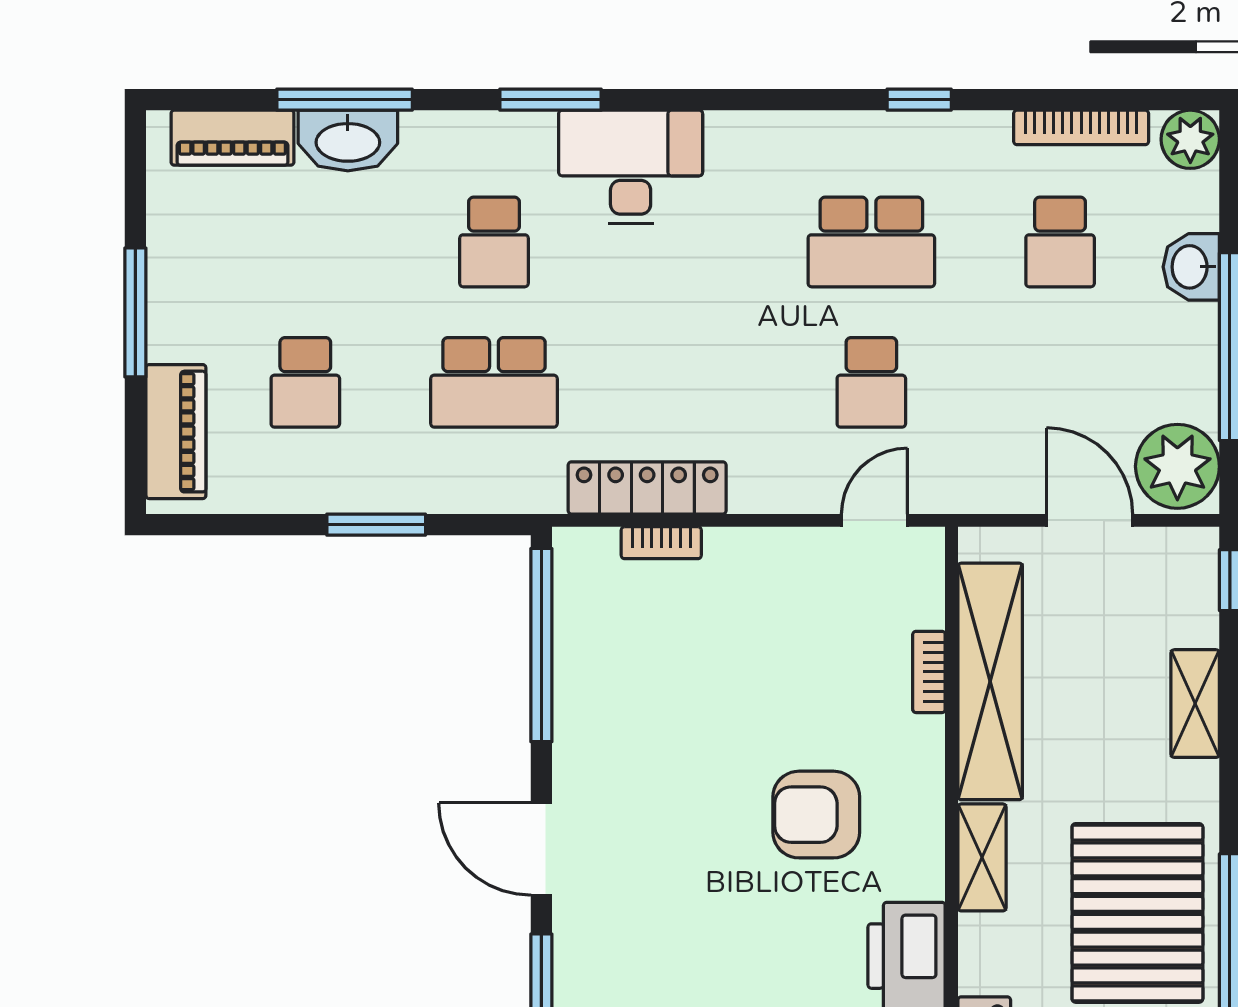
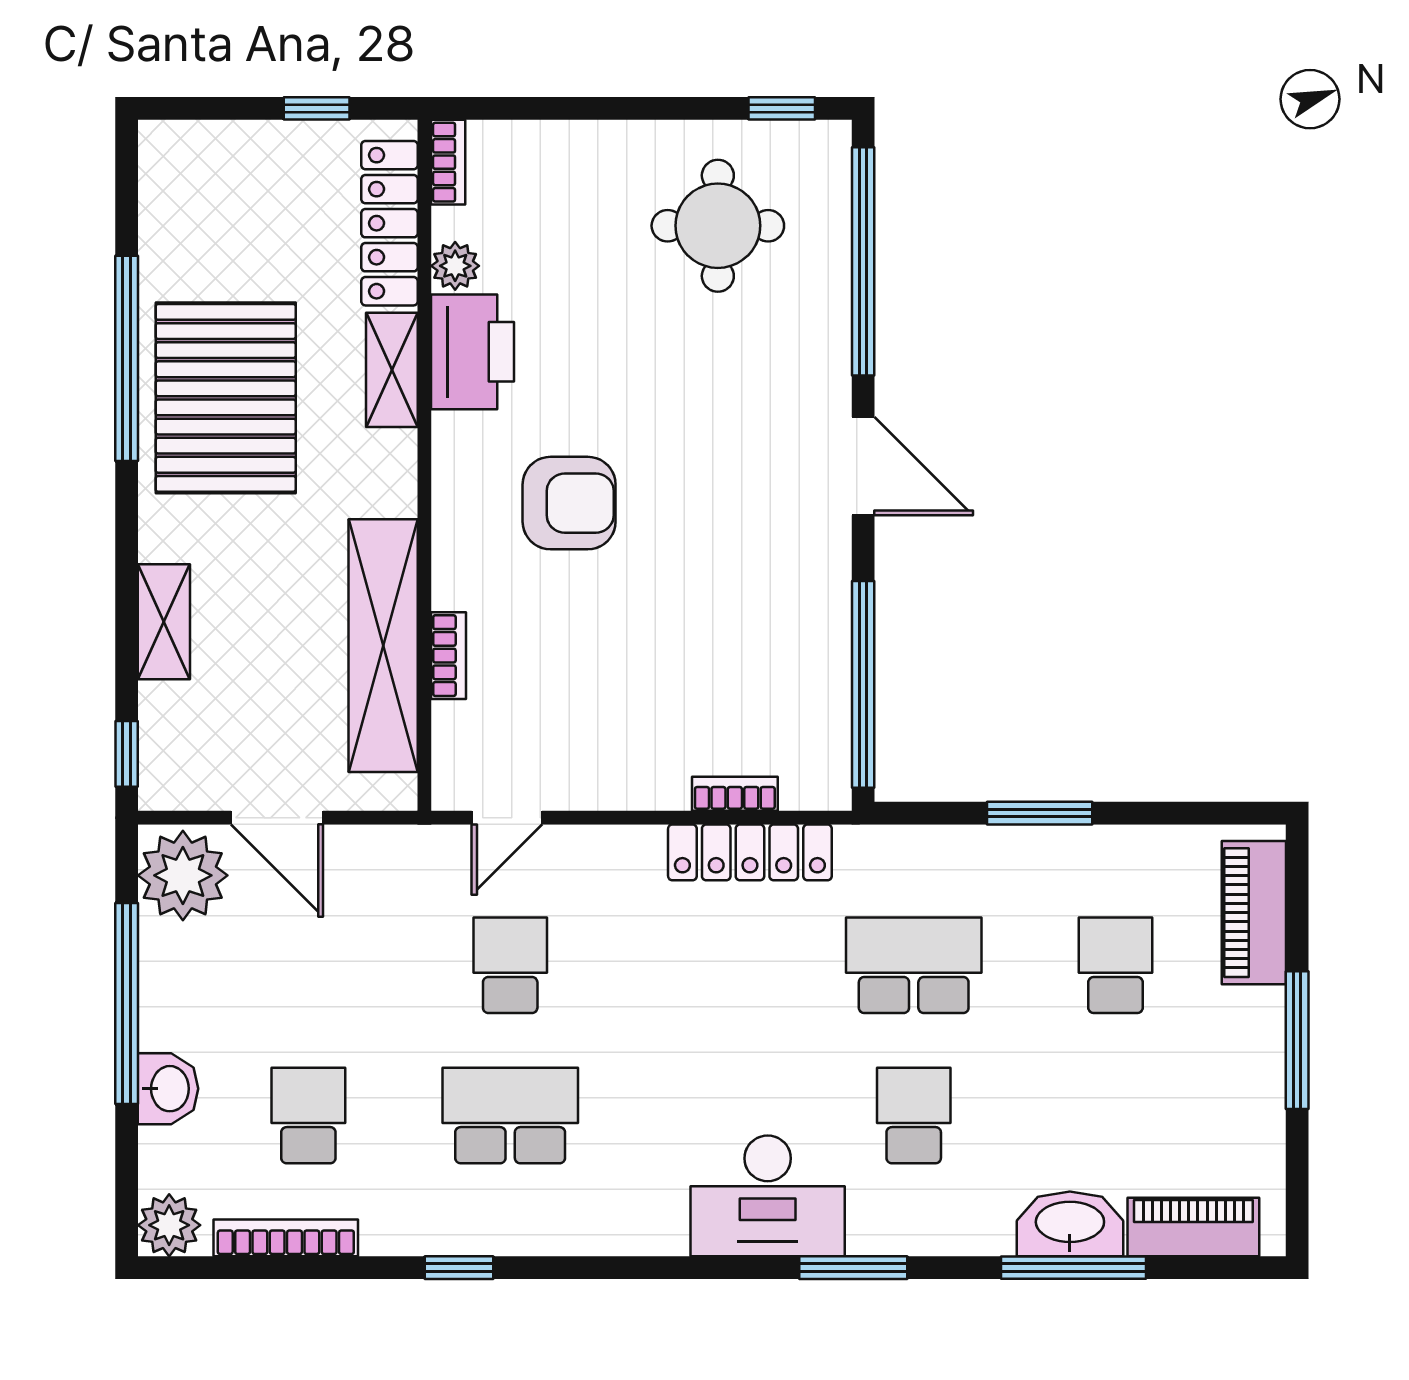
shelving: (982, 857) -> (392, 370), moved

